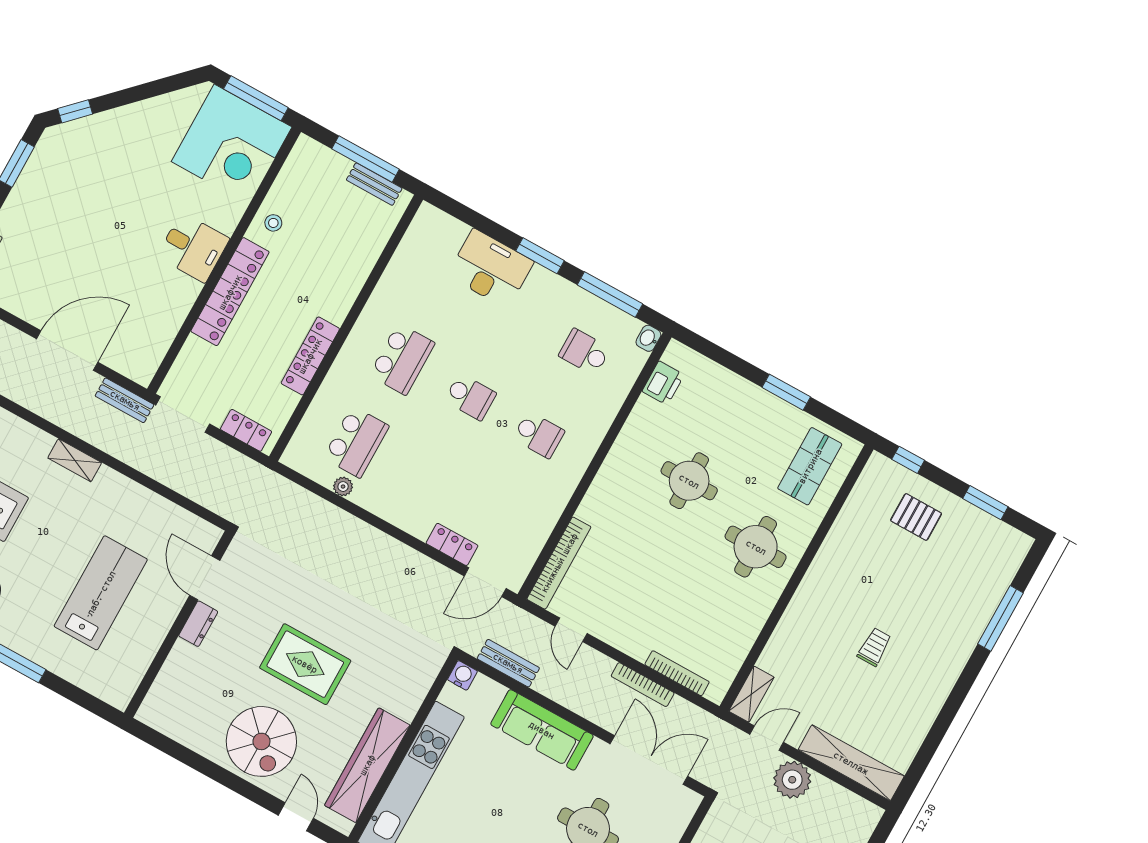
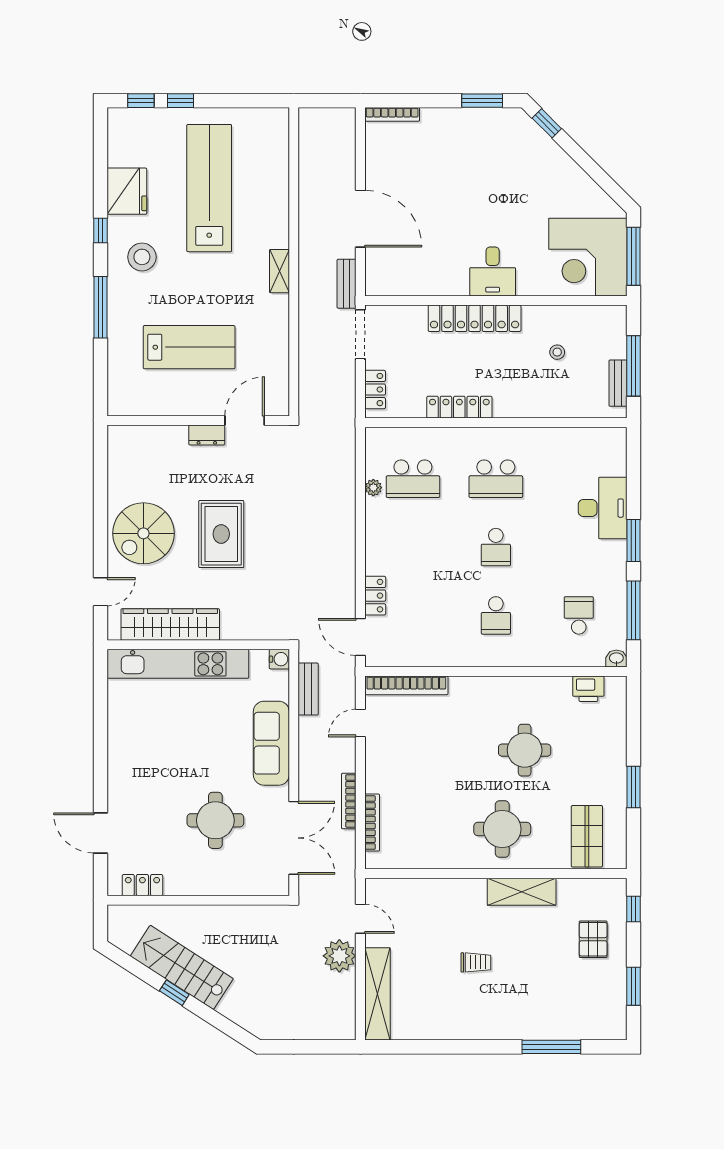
stool: (273, 223) -> (557, 352), moved
shop shelf: (810, 466) -> (587, 836), turned 90
shelving: (751, 694) -> (522, 892), moved, width x1.50, depth x1.33

